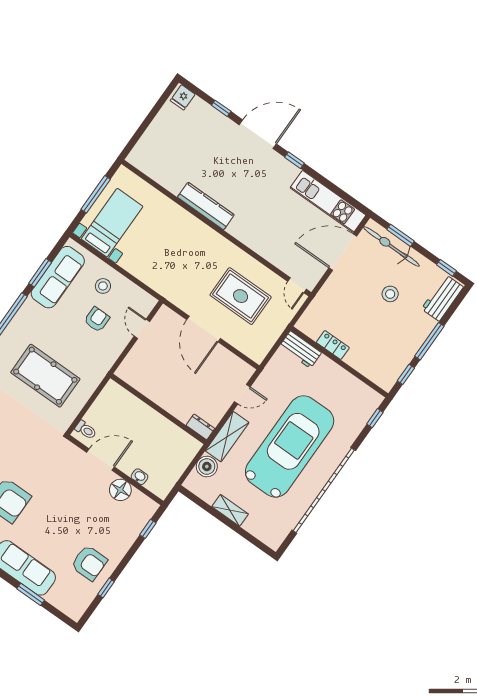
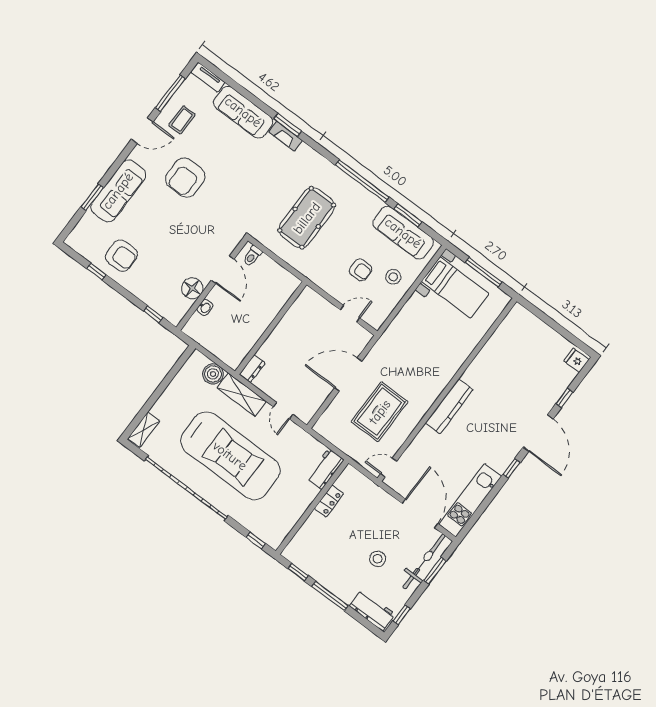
kitchen counter: (206, 206) -> (449, 406), moved
shelving: (230, 510) -> (144, 430), moved
armchair: (89, 563) -> (121, 256), turned -90

